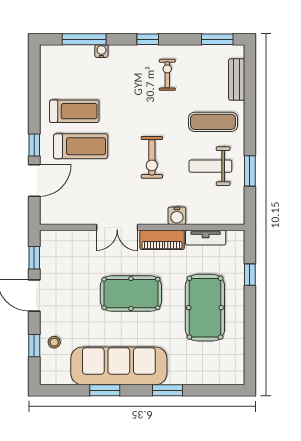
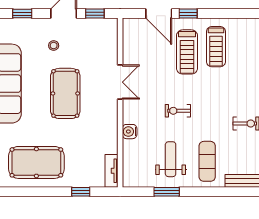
exercise bike: (152, 157) -> (178, 111), width x0.73, depth x0.72
double door: (117, 227) -> (120, 82), swing flipped
tv unit: (206, 238) -> (112, 171), moved
piano: (162, 240) -> (110, 119), removed
pool table: (205, 308) -> (36, 162), moved
stool: (54, 342) -> (54, 46), moved

